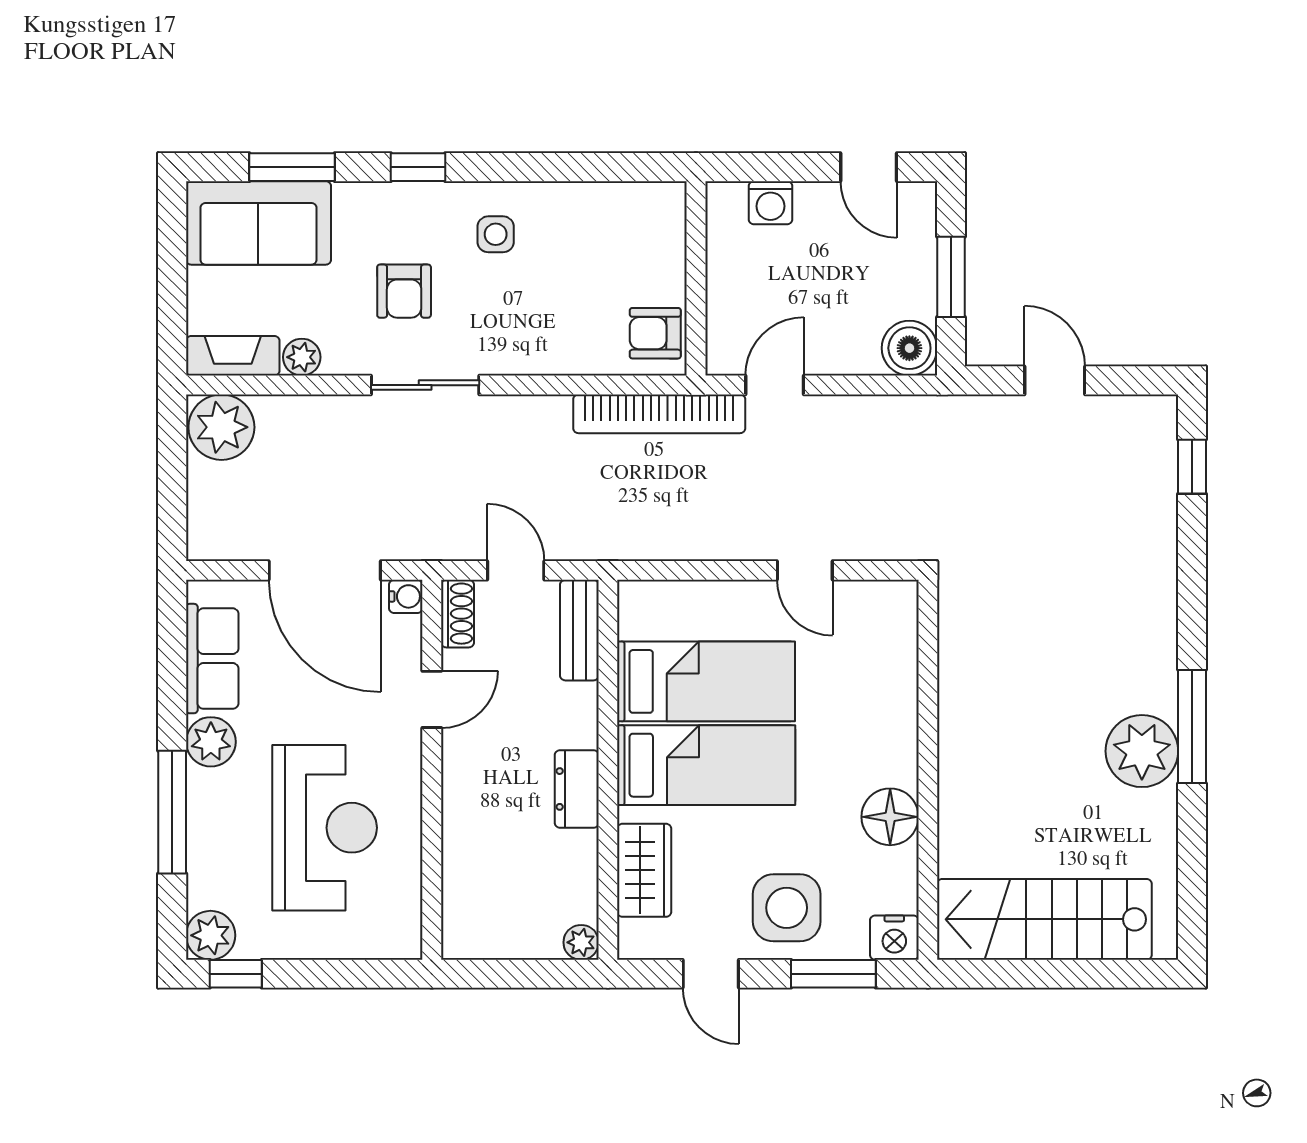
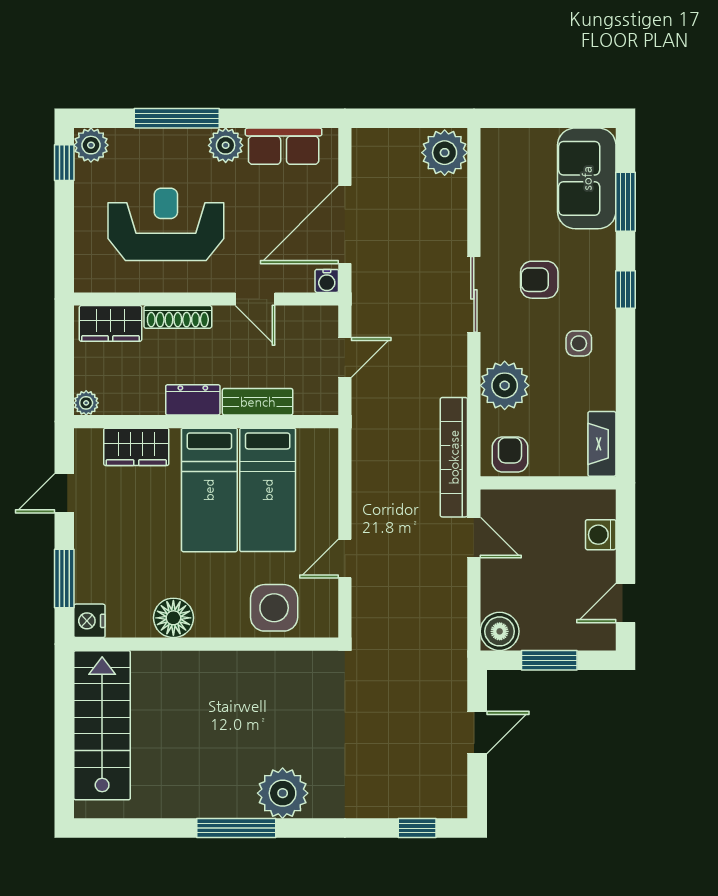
fireplace: (233, 356) -> (602, 444), moved, turned 180
plant: (302, 357) -> (505, 385), moved, width x1.88, depth x1.88
shoe rack: (457, 614) -> (178, 317), moved, width x1.43
bench: (579, 630) -> (258, 402), moved
plant: (1142, 751) -> (283, 793), moved
reception desk: (325, 828) -> (166, 224), turned 180
wardrobe: (467, 907) -> (111, 323), added
side table: (787, 908) -> (274, 608), moved

